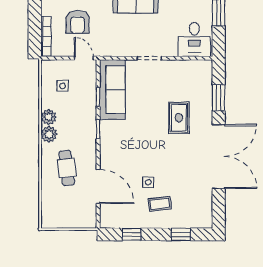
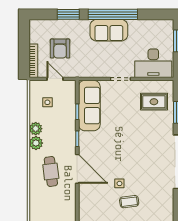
desk: (194, 39) -> (153, 63), width x1.37
door: (84, 58) -> (55, 79), moved
rug: (179, 118) -> (154, 102), moved, turned 90
door: (98, 186) -> (77, 169), moved

